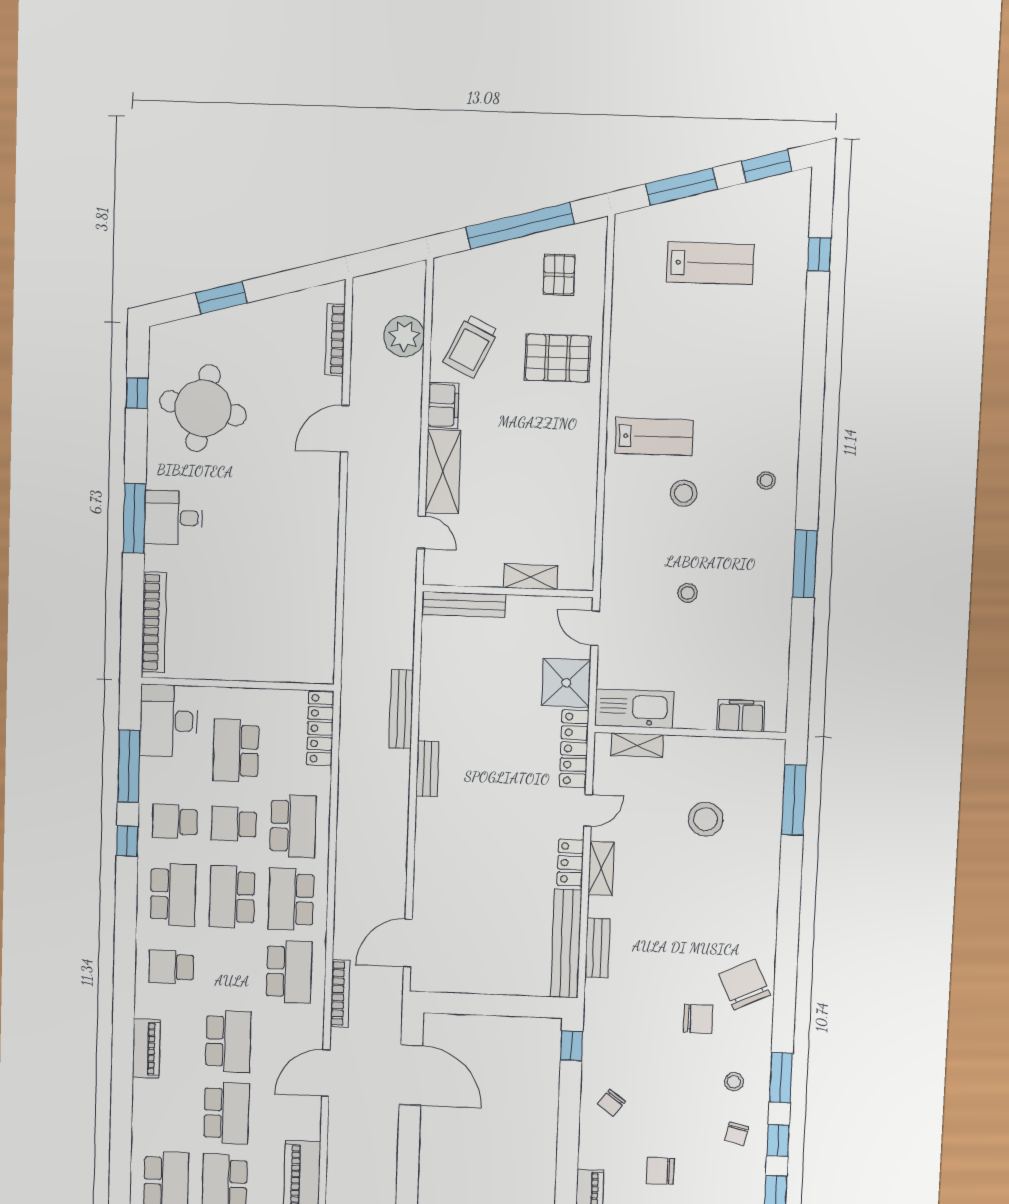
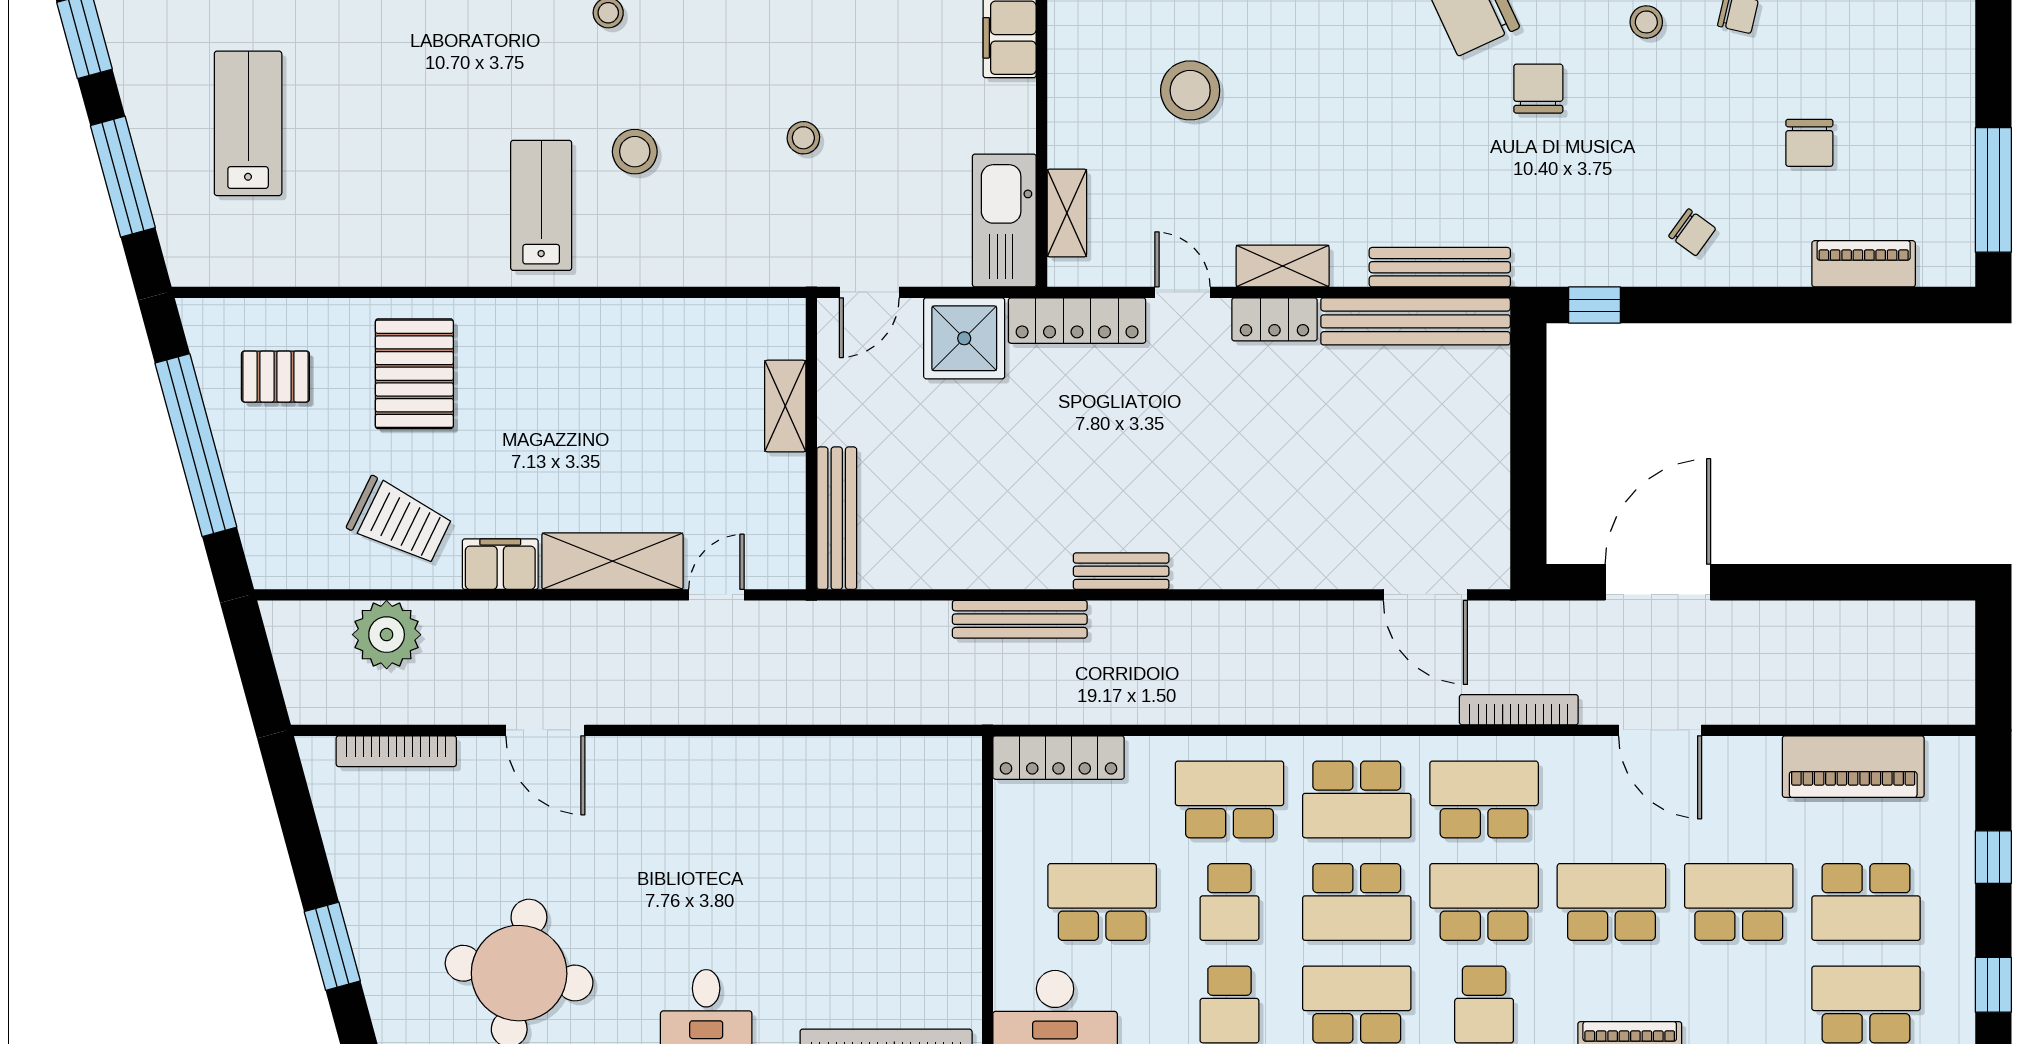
school desk: (236, 751) -> (1102, 902), turned 180
bench: (597, 948) -> (1440, 267), width x1.36
school desk: (230, 969) -> (1484, 902), added

